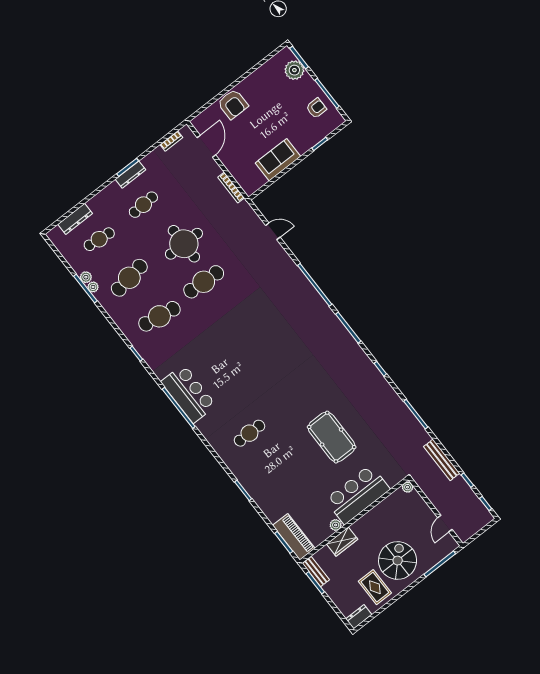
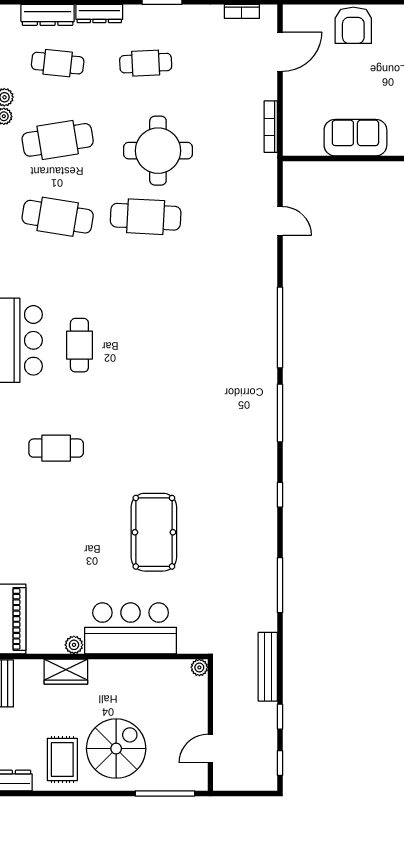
dresser: (131, 175) -> (99, 14), moved
cafe table: (221, 372) -> (79, 345), added

